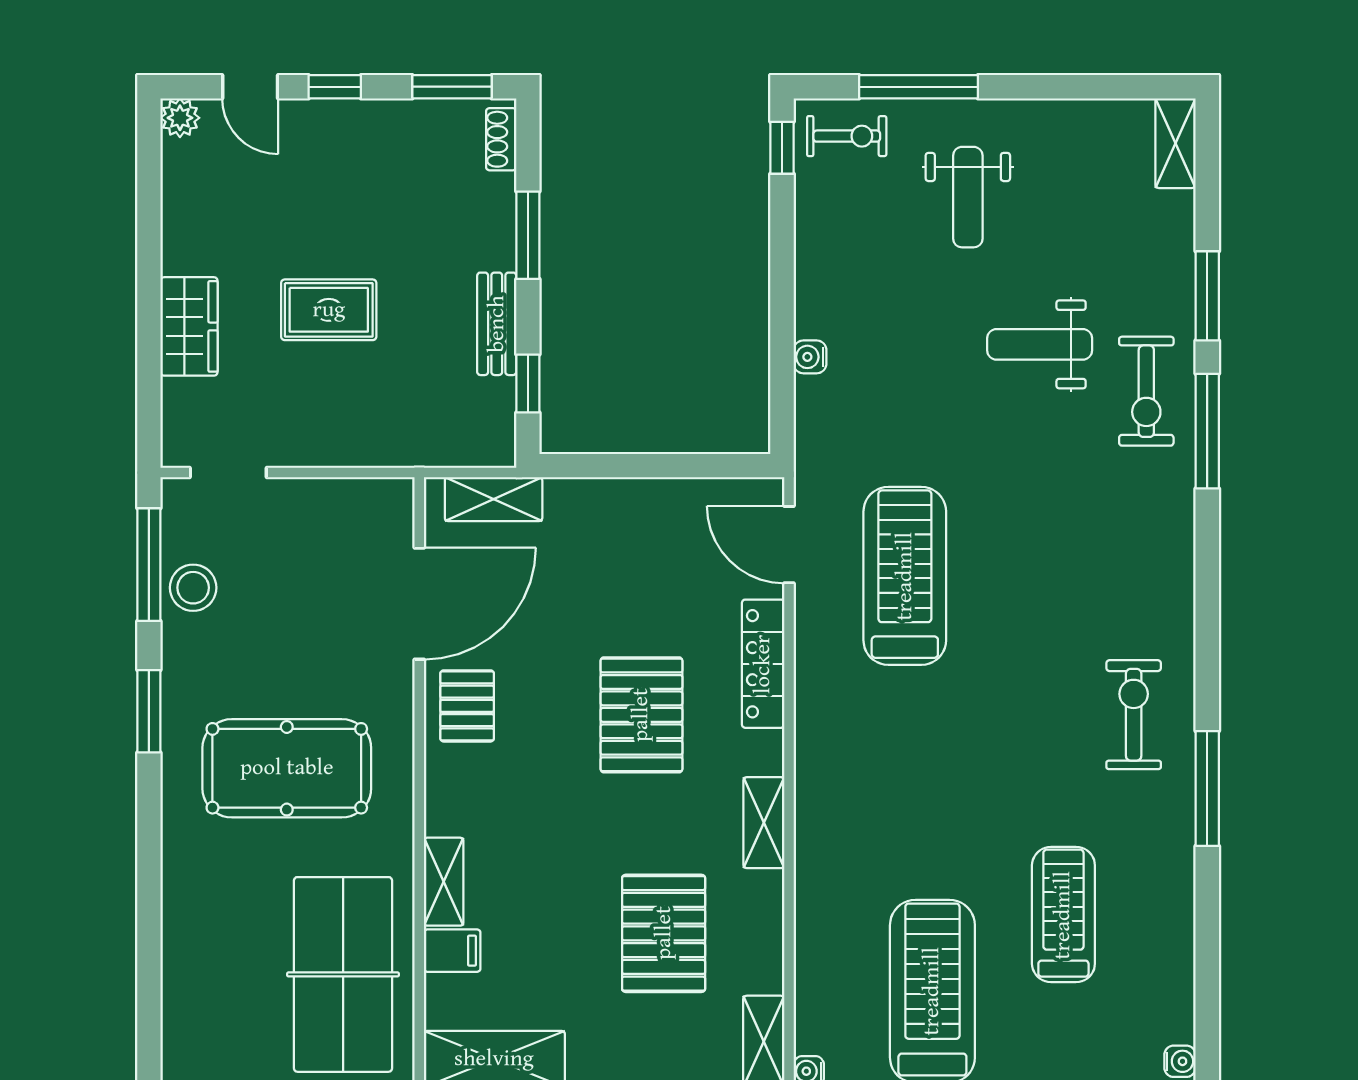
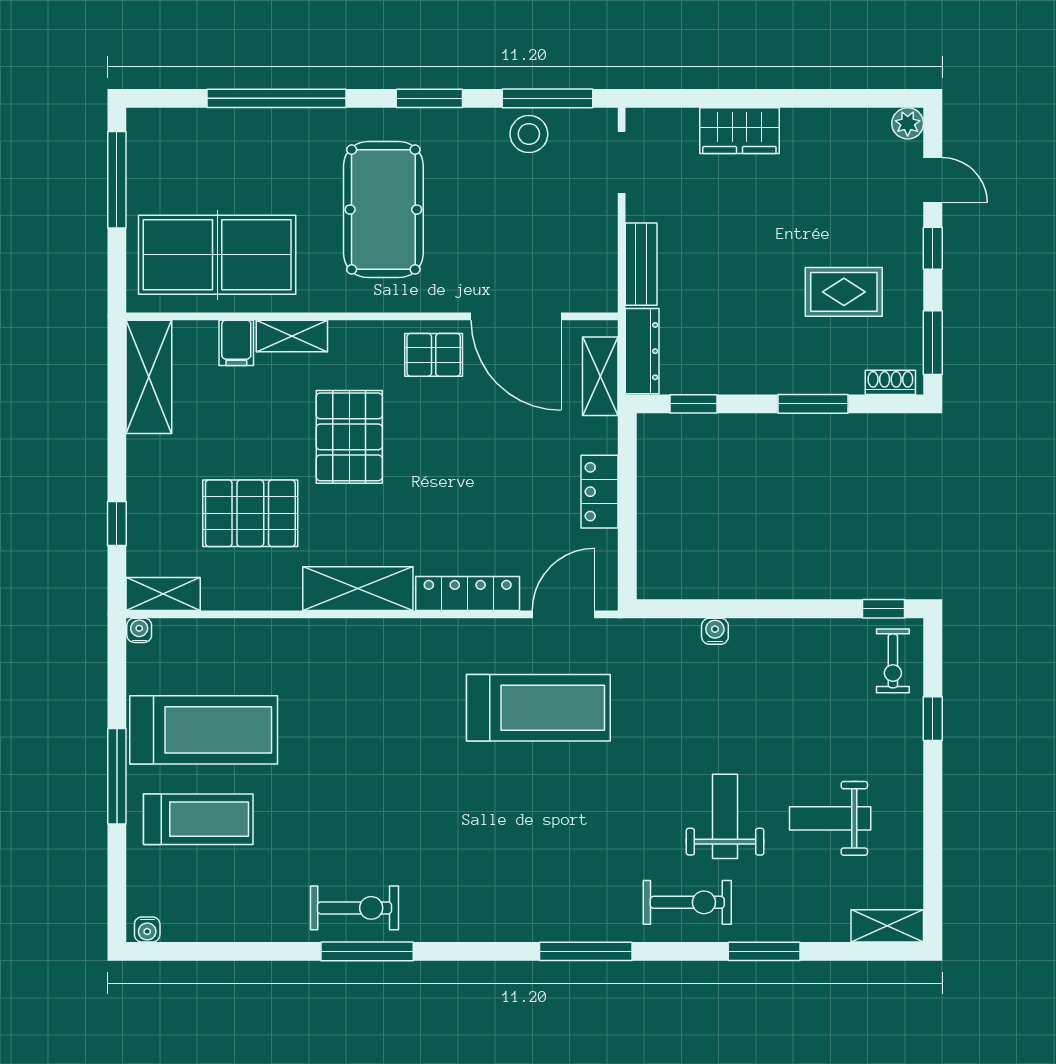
door: (250, 87) -> (933, 180), swing flipped
window: (918, 87) -> (933, 719), width x0.46
weight bench: (968, 197) -> (830, 818), moved
rug: (329, 310) -> (844, 292), moved, turned 90
bench: (497, 324) -> (641, 264), moved, turned 90
exercise bike: (1146, 391) -> (687, 902), turned 180
window: (1207, 431) -> (586, 951), moved
dresser: (463, 447) -> (642, 351), added
locker: (637, 500) -> (599, 492), added
pallet: (641, 715) -> (349, 437), moved, turned 90
exercise bike: (1134, 715) -> (354, 908), moved
shelving: (764, 823) -> (358, 589), width x1.50, depth x1.33
window: (149, 901) -> (276, 98), added
treadmill: (1063, 915) -> (198, 819), moved

